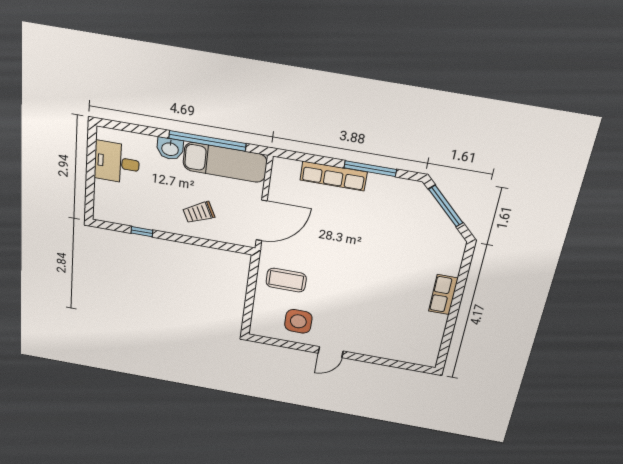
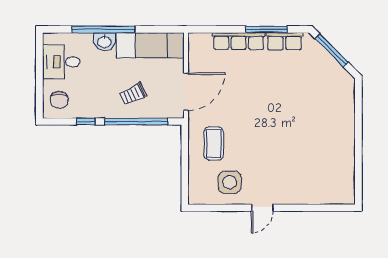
window: (207, 141) -> (103, 29), moved
chair: (112, 204) -> (59, 100), added
window: (200, 242) -> (136, 121), added
coffee table: (286, 280) -> (214, 144), turned 90
row of seats: (443, 295) -> (284, 41), moved, turned -90

